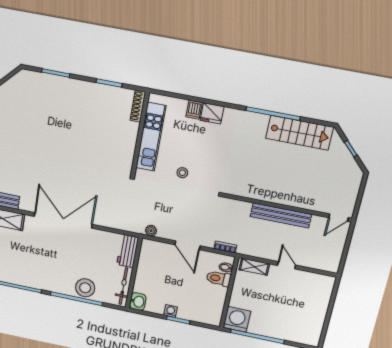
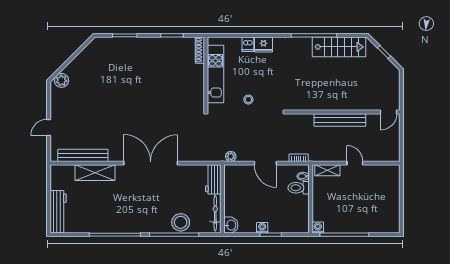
washing machine: (237, 319) -> (318, 228), width x0.53, depth x0.53

